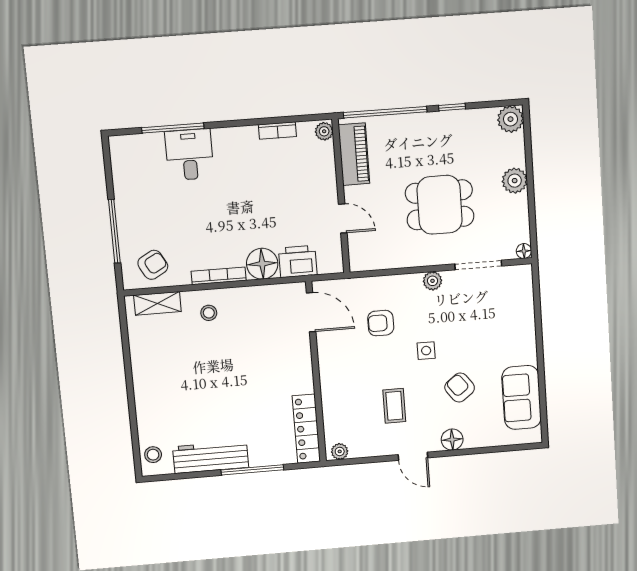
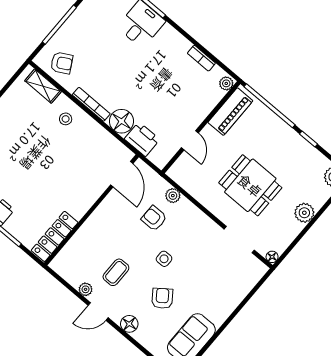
plant: (433, 281) -> (173, 196), moved
plant: (340, 451) -> (86, 289), moved
door: (413, 456) -> (98, 311), hinge flipped

